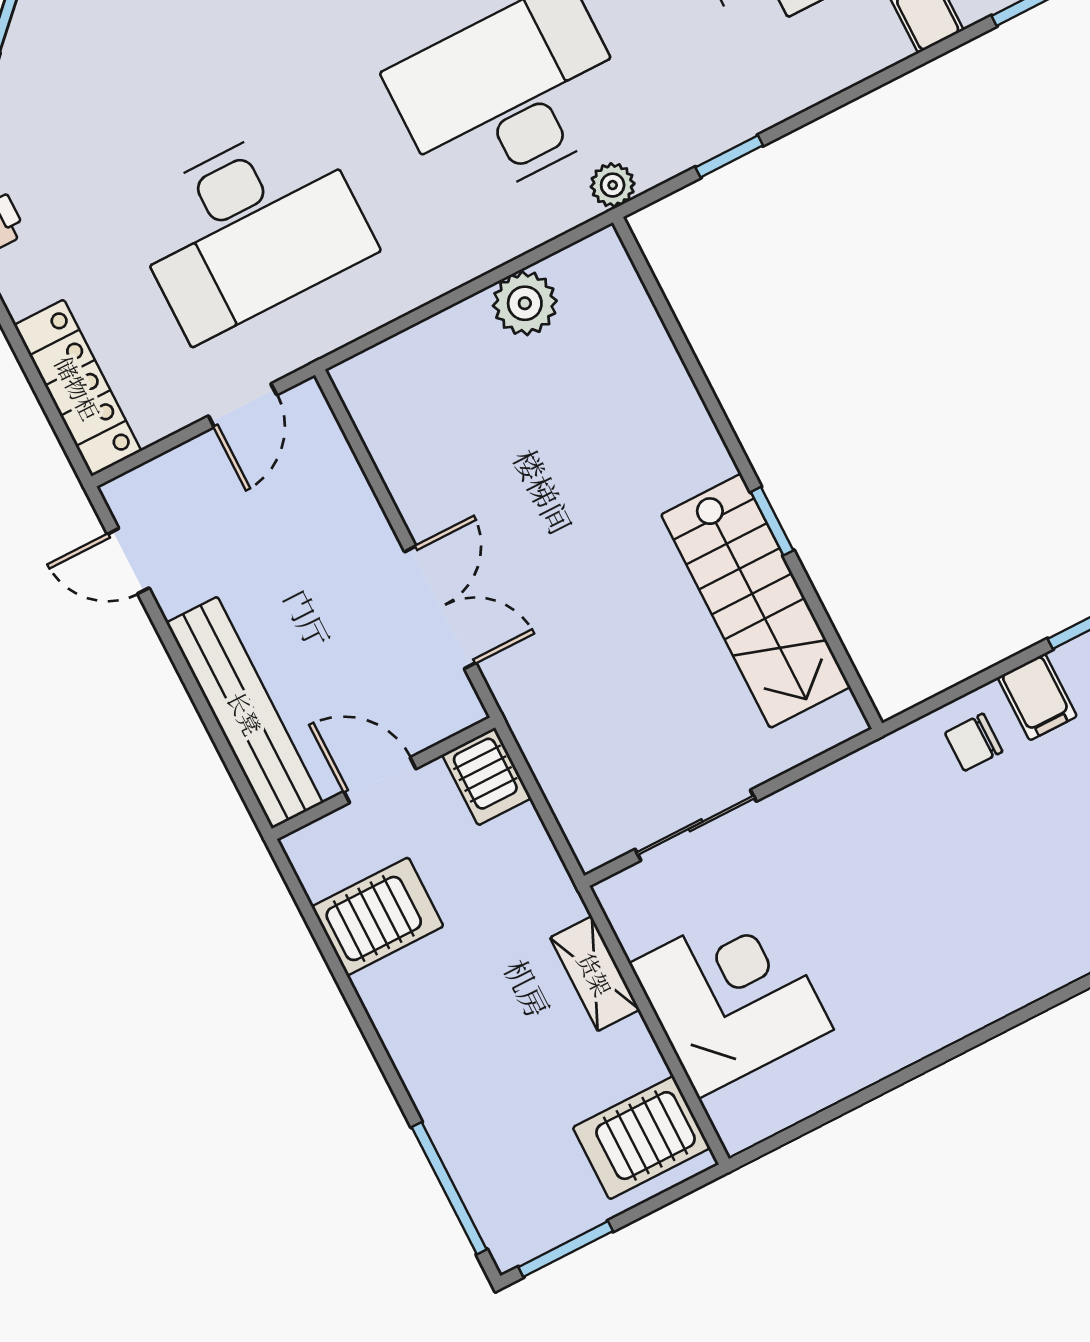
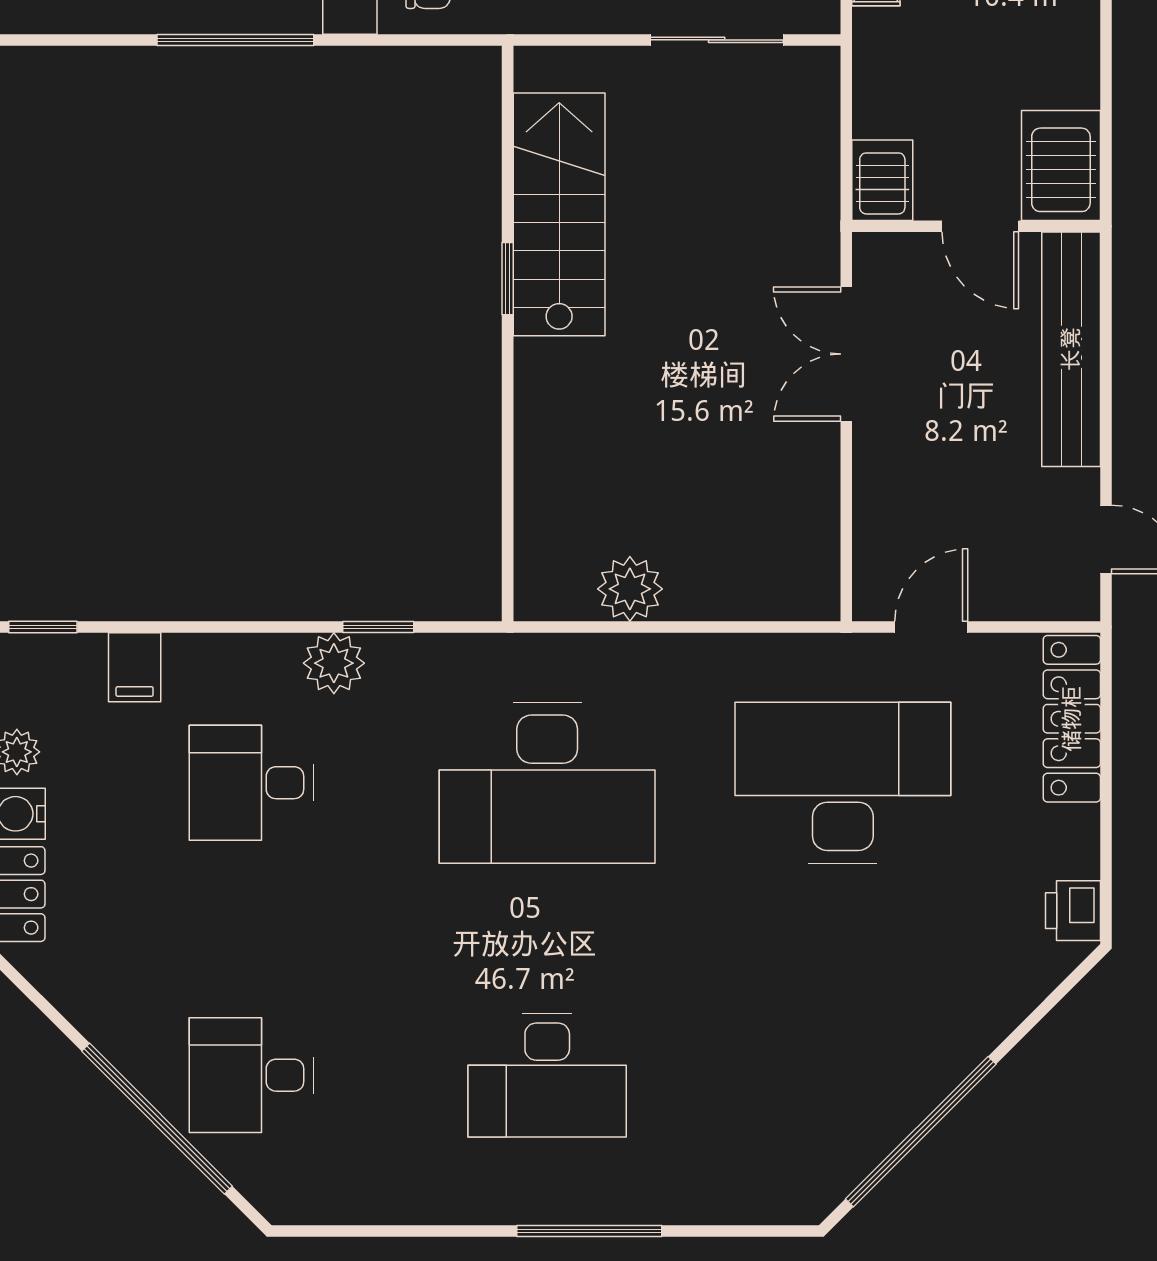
plant: (613, 185) -> (334, 663), moved, width x1.38, depth x1.38
server rack: (378, 916) -> (1061, 165), moved, turned 90

